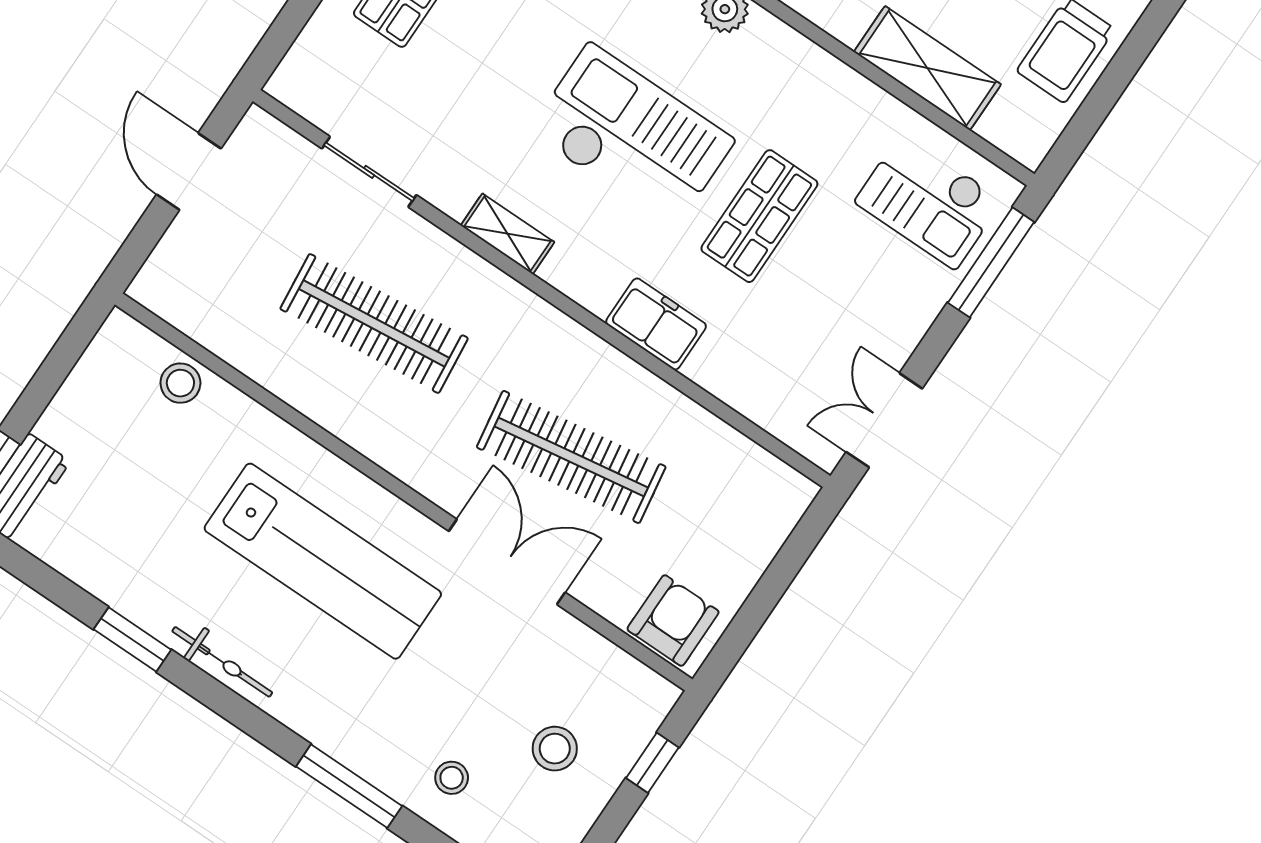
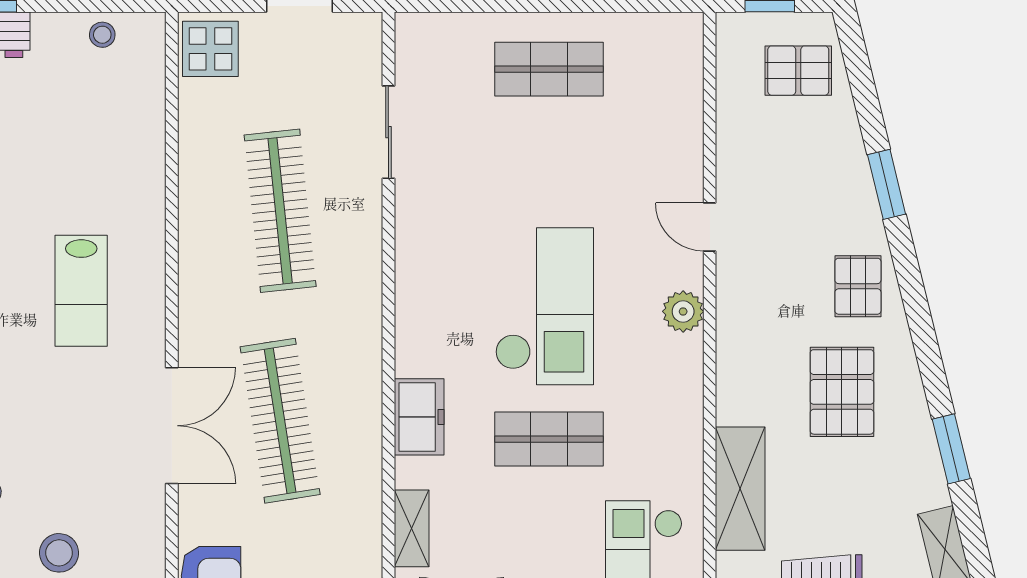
shelving: (507, 234) -> (412, 528), moved
display table: (178, 286) -> (210, 49), added
stool: (180, 383) -> (102, 35), moved, width x0.73, depth x0.73
lab bench: (323, 561) -> (81, 291), width x0.54, depth x0.72

